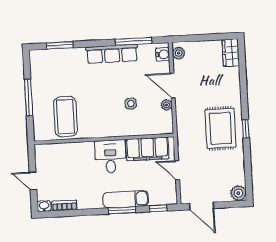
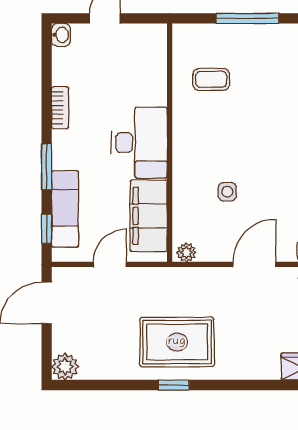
plant: (167, 105) -> (186, 252), moved
coffee table: (65, 117) -> (211, 79), width x0.54, depth x0.58
desk: (110, 156) -> (139, 143), width x1.37
exam couch: (126, 199) -> (65, 209), moved
bookcase: (64, 205) -> (60, 108), moved

